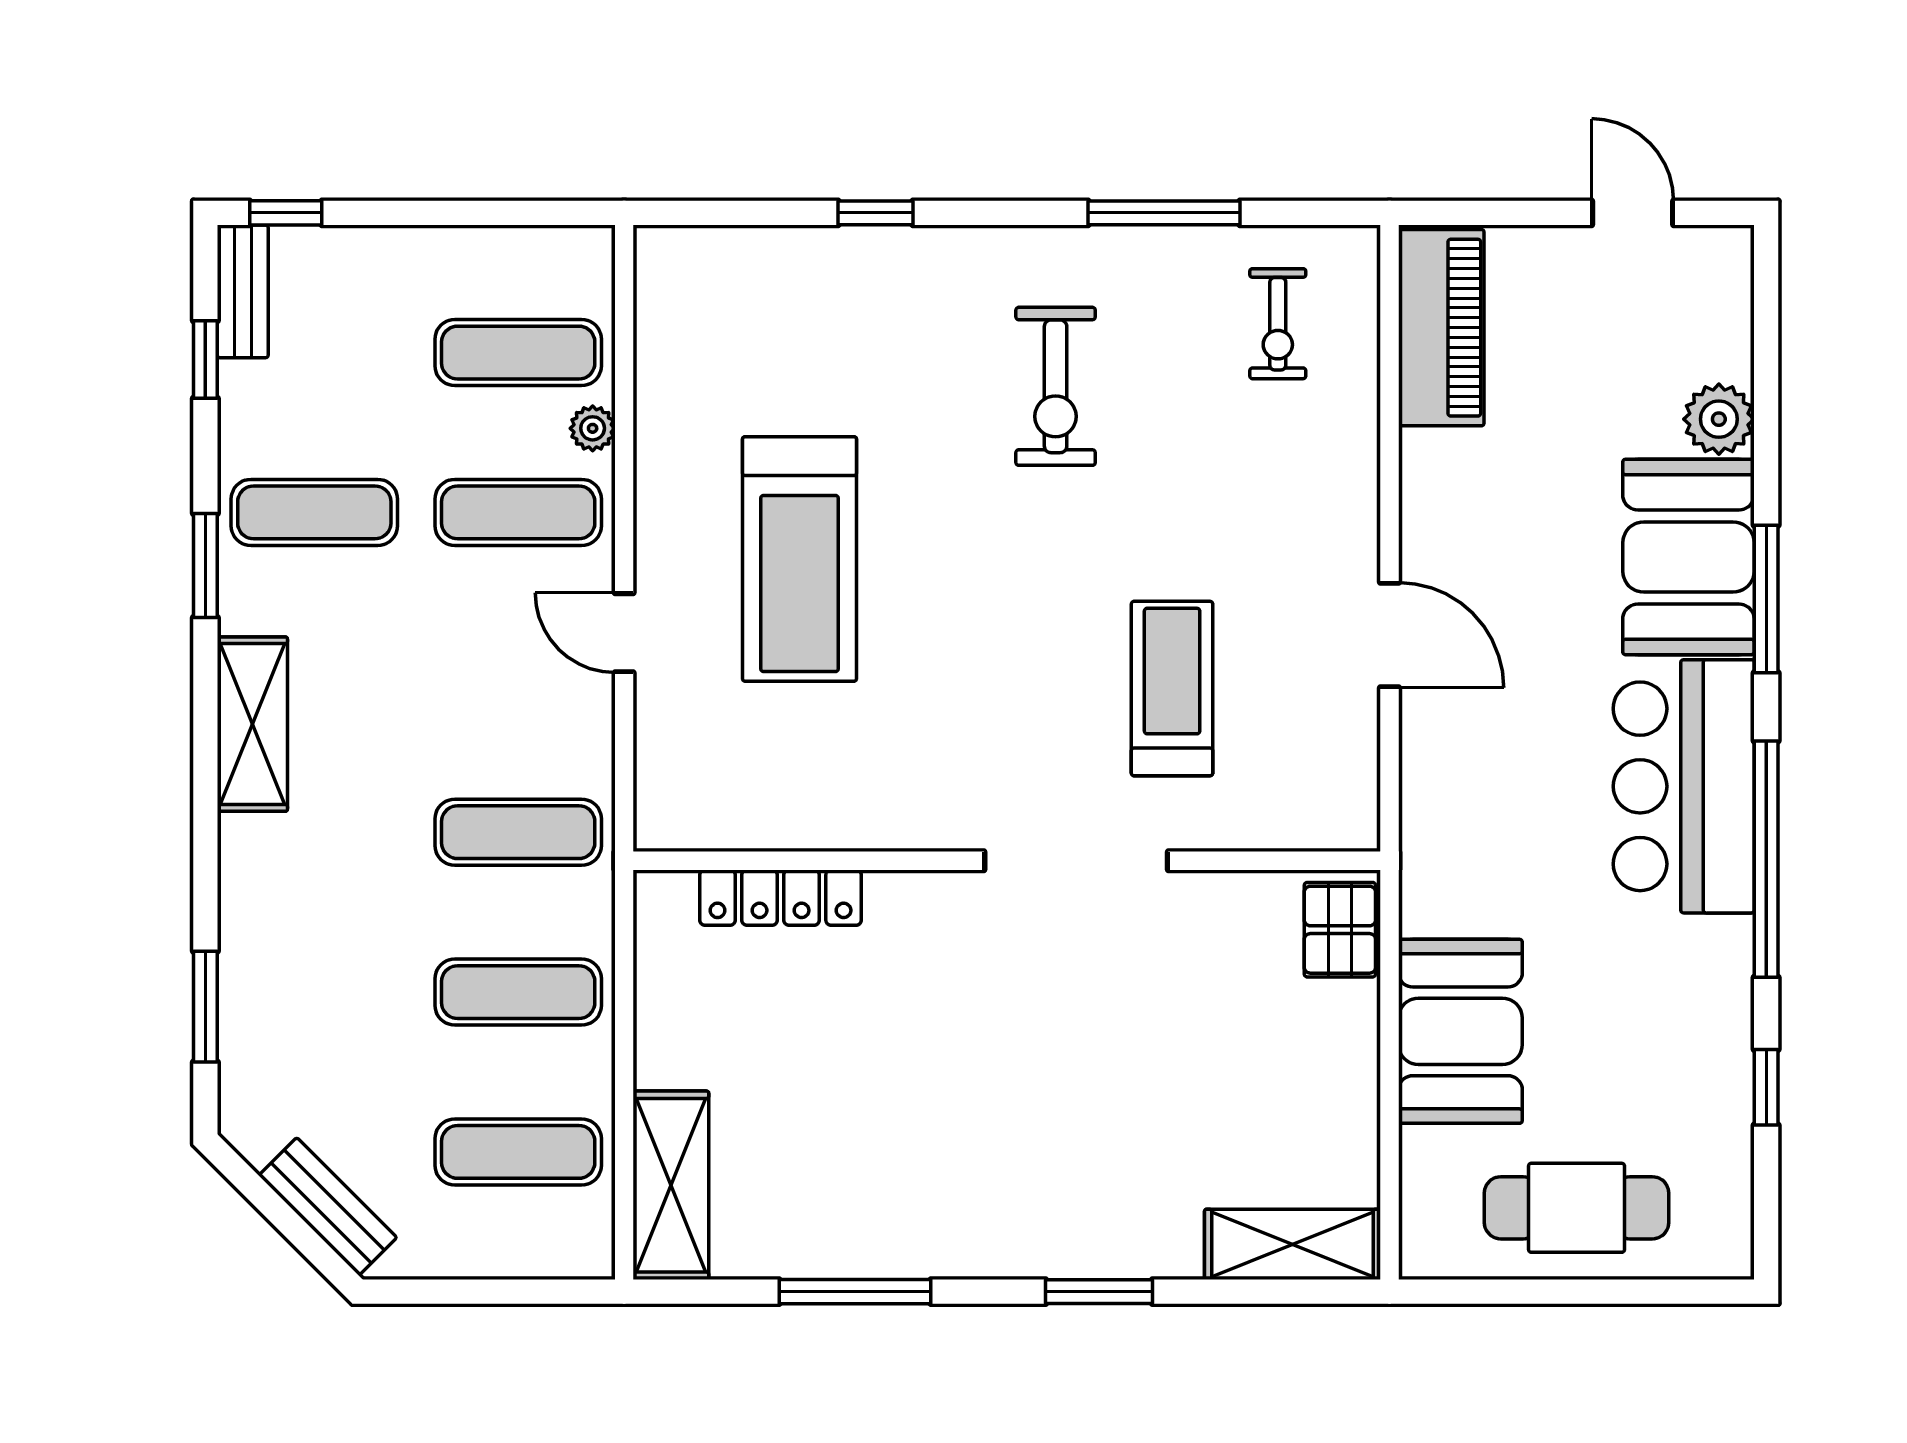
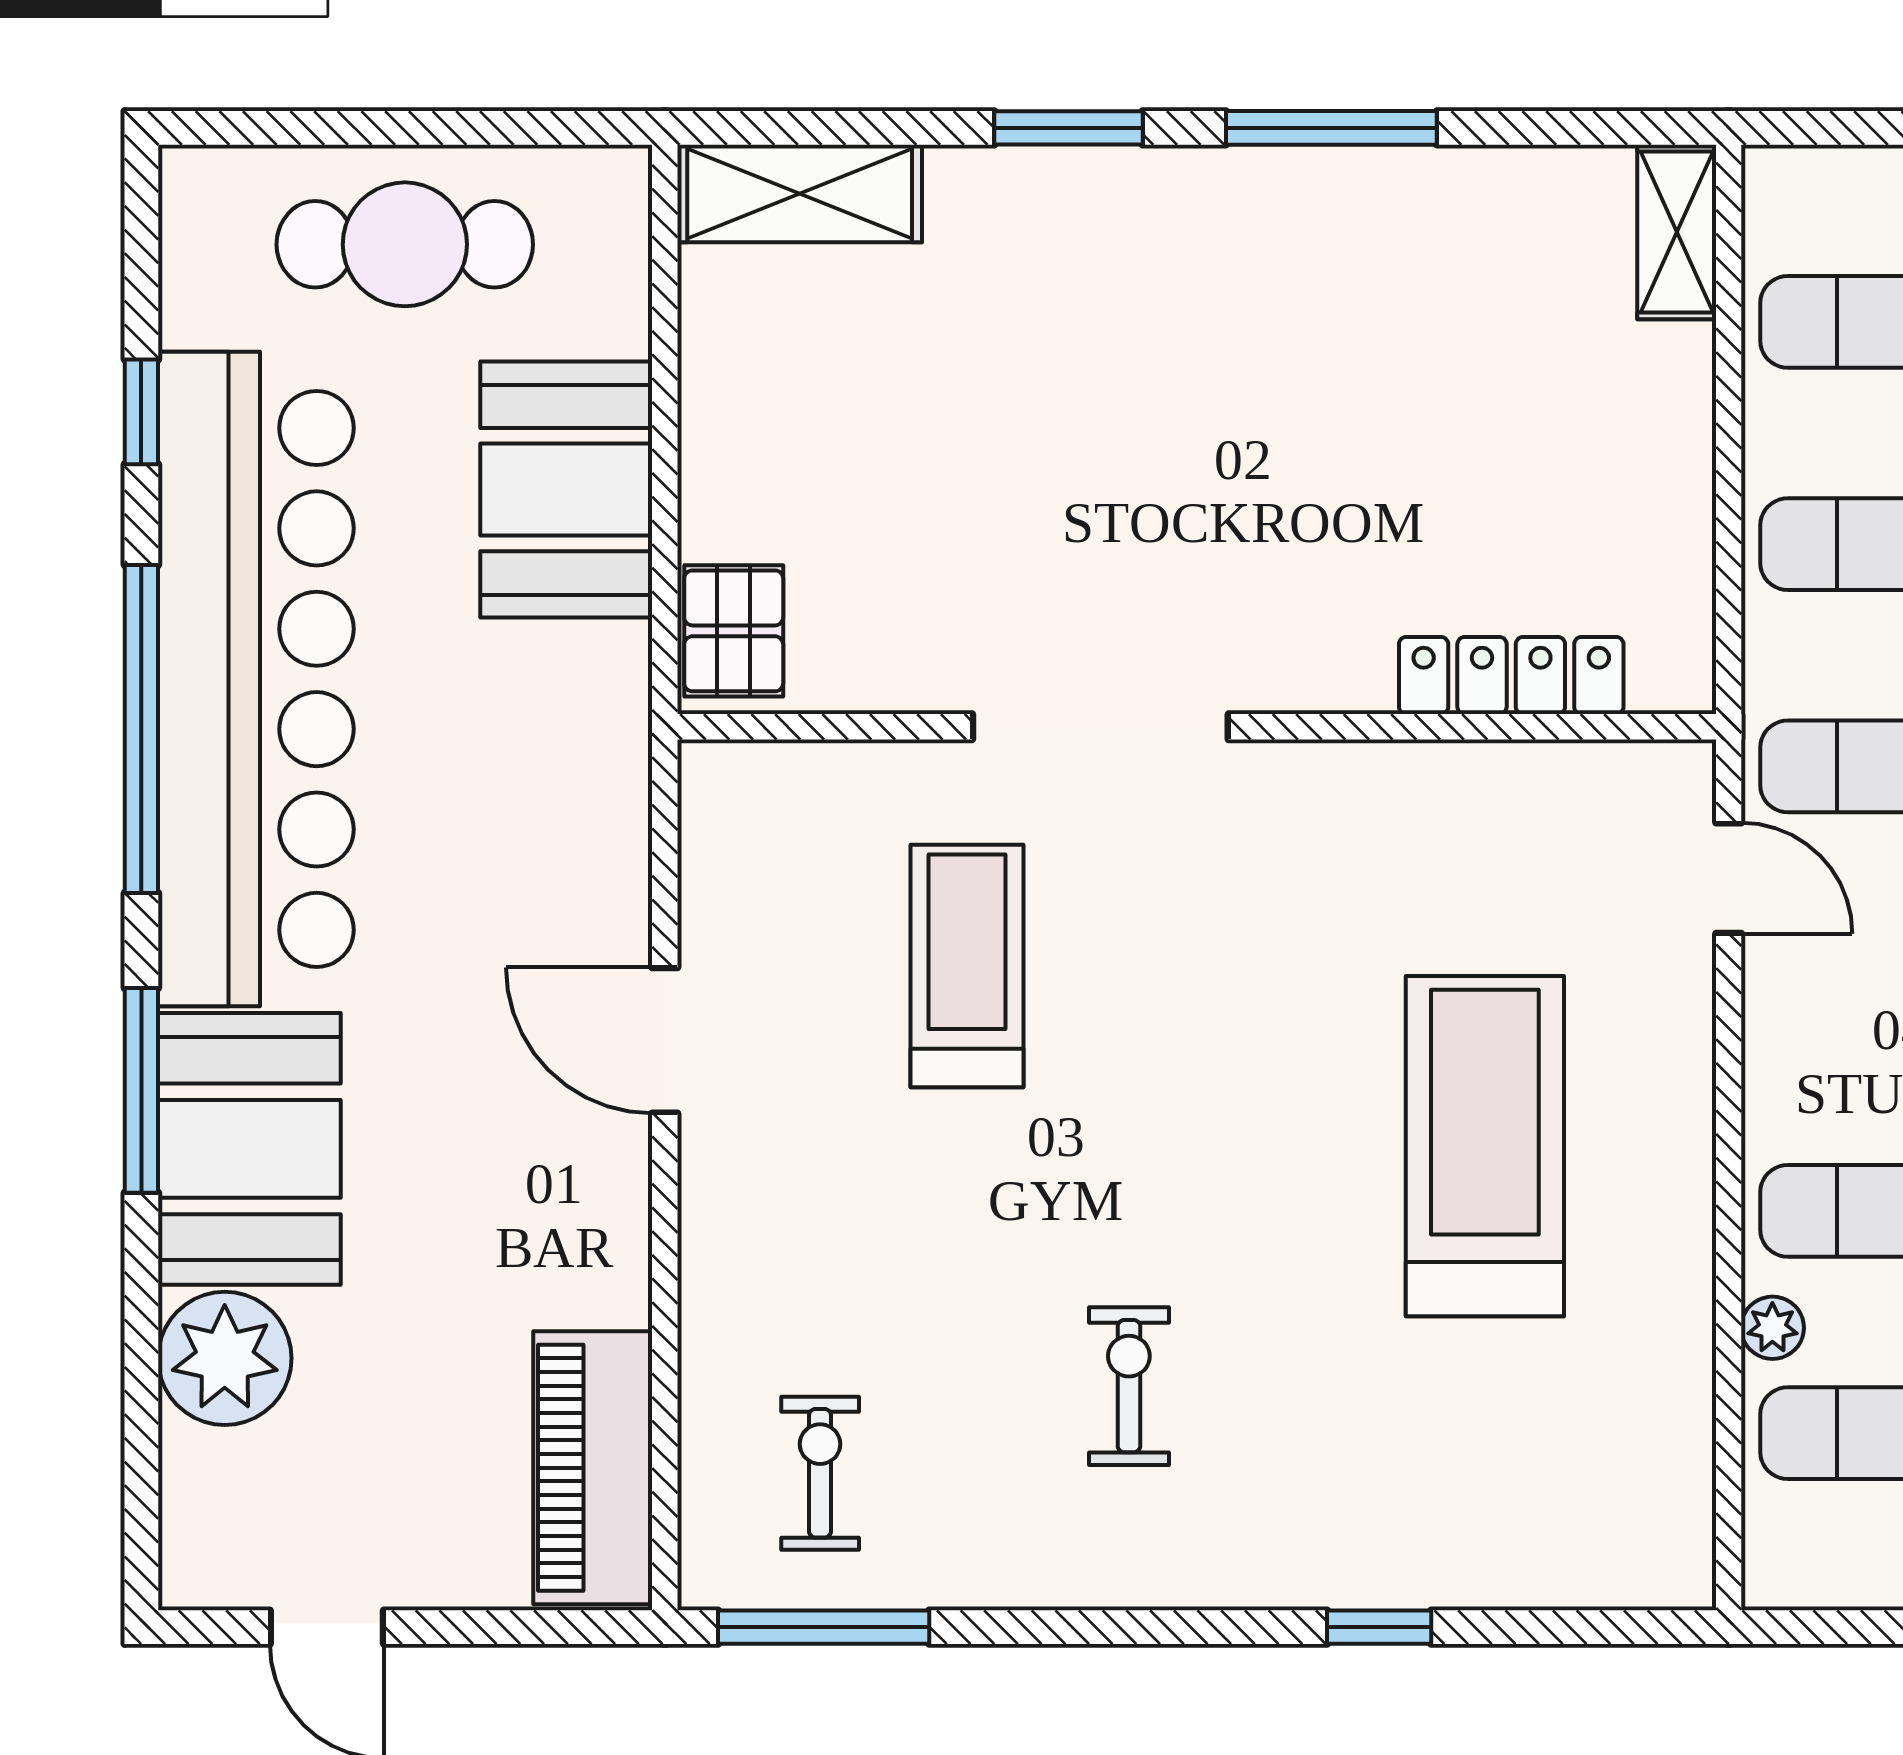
window: (1164, 213) -> (824, 1627), moved
exercise bike: (1056, 386) -> (1129, 1386), width x0.73, depth x0.72
plant: (1719, 419) -> (225, 1358), width x1.36, depth x1.36
door: (624, 633) -> (1729, 878), moved
treadmill: (1172, 689) -> (967, 966), turned 180
bar counter: (1684, 786) -> (256, 679), width x1.86
shelving: (671, 1185) -> (1677, 232), width x0.67, depth x0.75
window: (855, 1292) -> (1331, 128), moved

